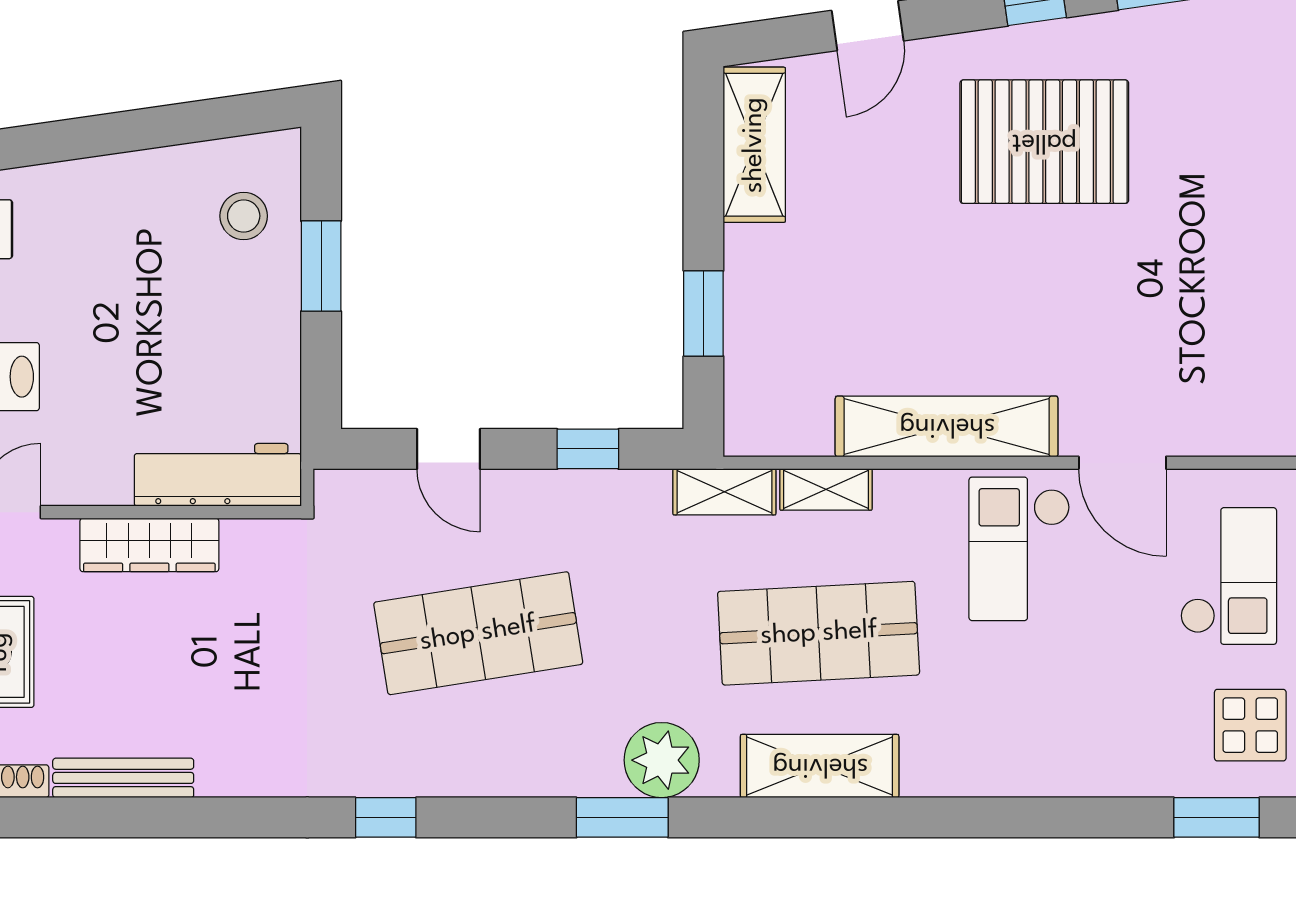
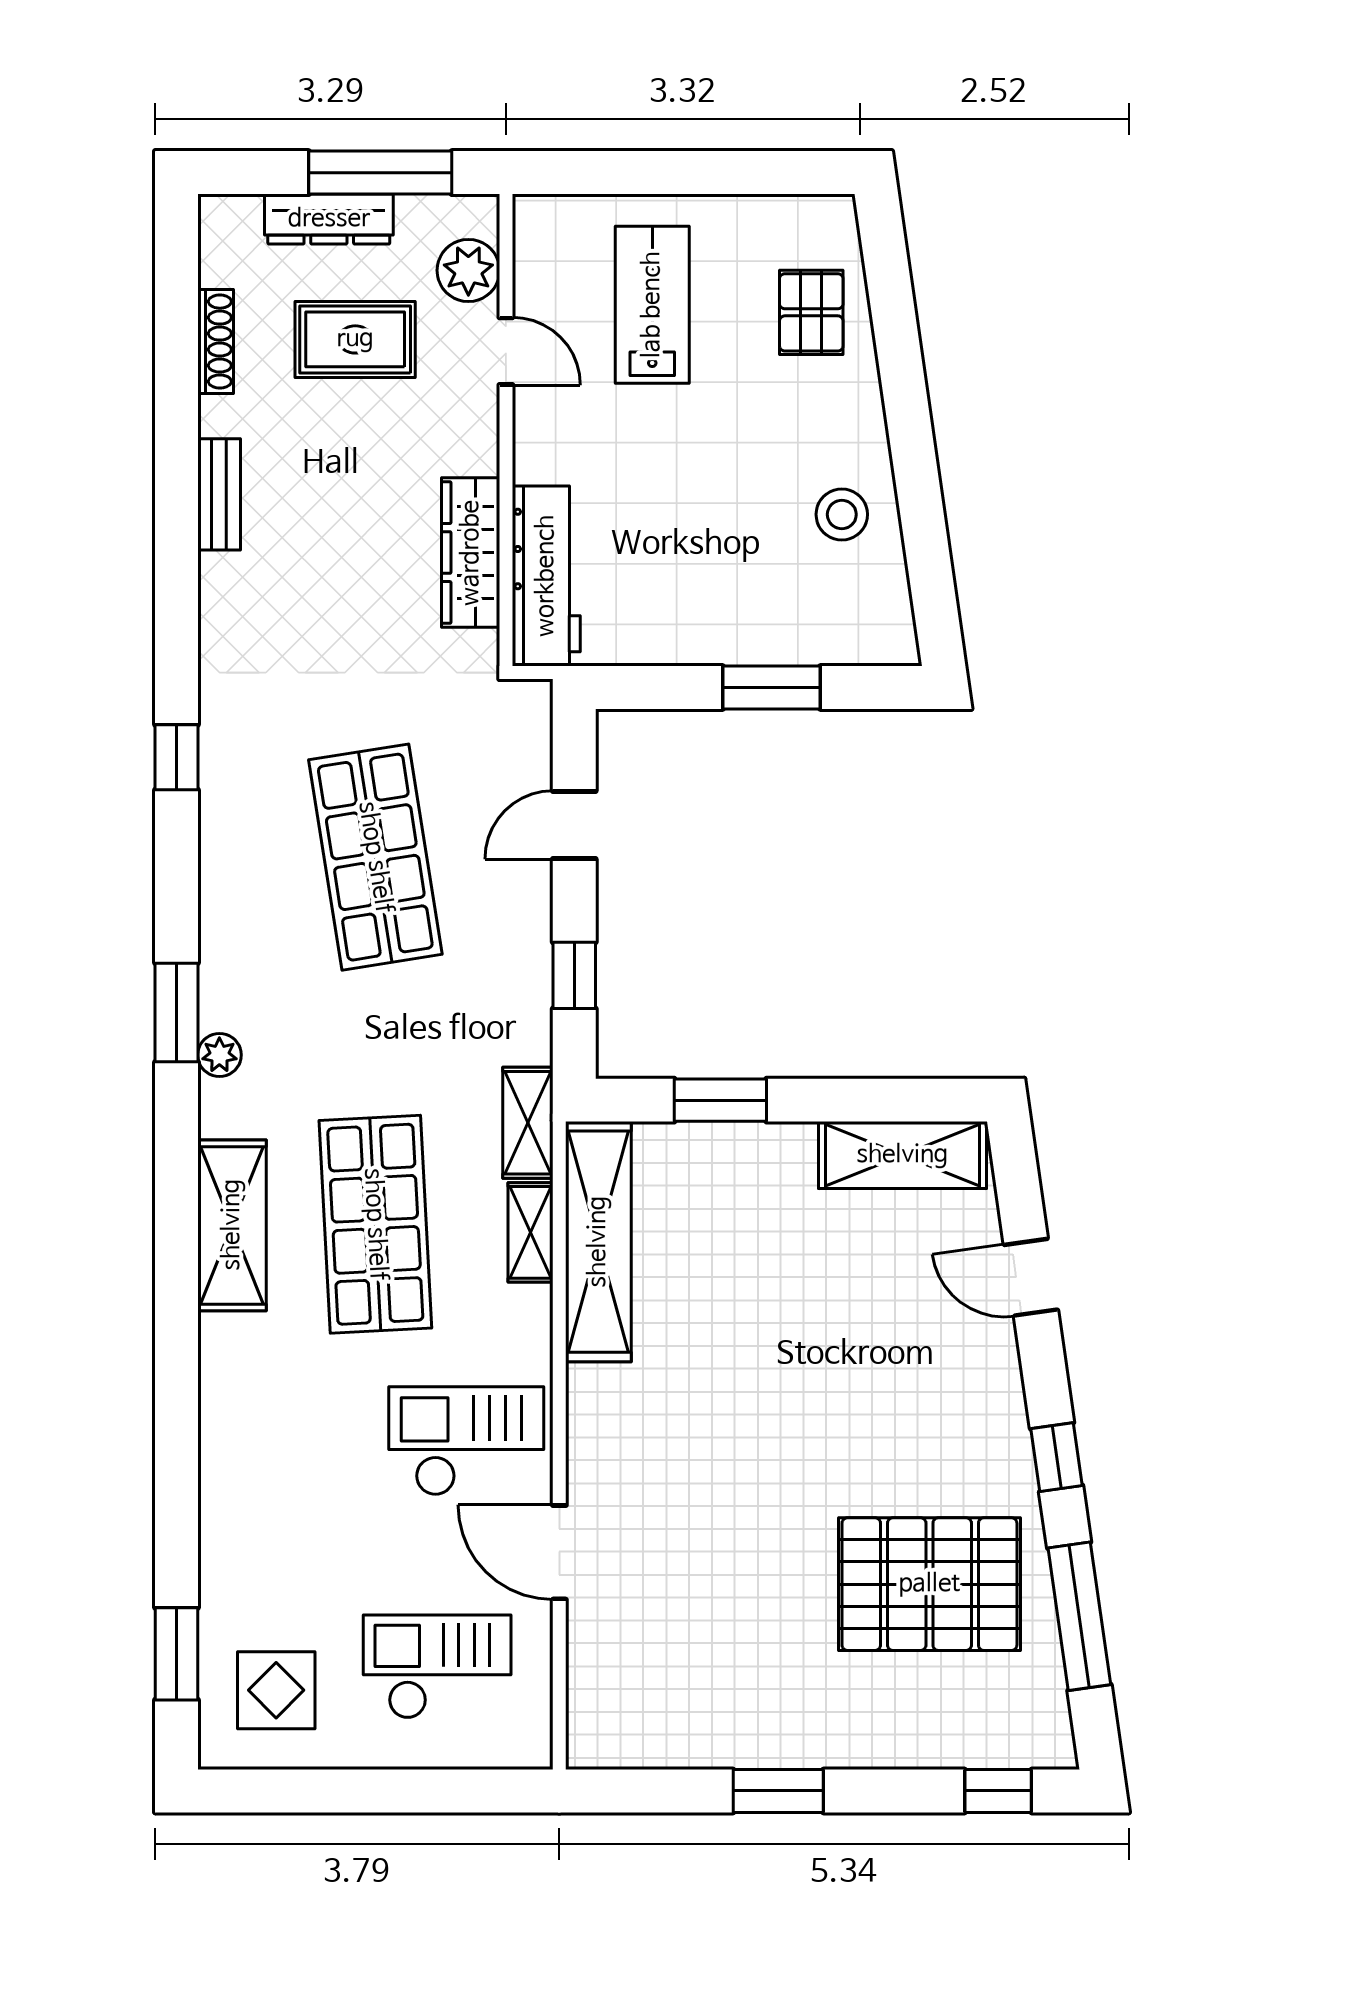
pallet: (1044, 142) -> (929, 1584), moved, turned 90
stool: (244, 216) -> (842, 514), moved
shelving: (947, 426) -> (598, 1242), moved
door: (1122, 463) -> (559, 1552), hinge flipped
wardrobe: (149, 545) -> (471, 553), moved
checkout: (1228, 576) -> (437, 1667), turned 180
plant: (662, 760) -> (219, 1055), width x0.53, depth x0.53
bench: (123, 778) -> (219, 494), width x0.73

